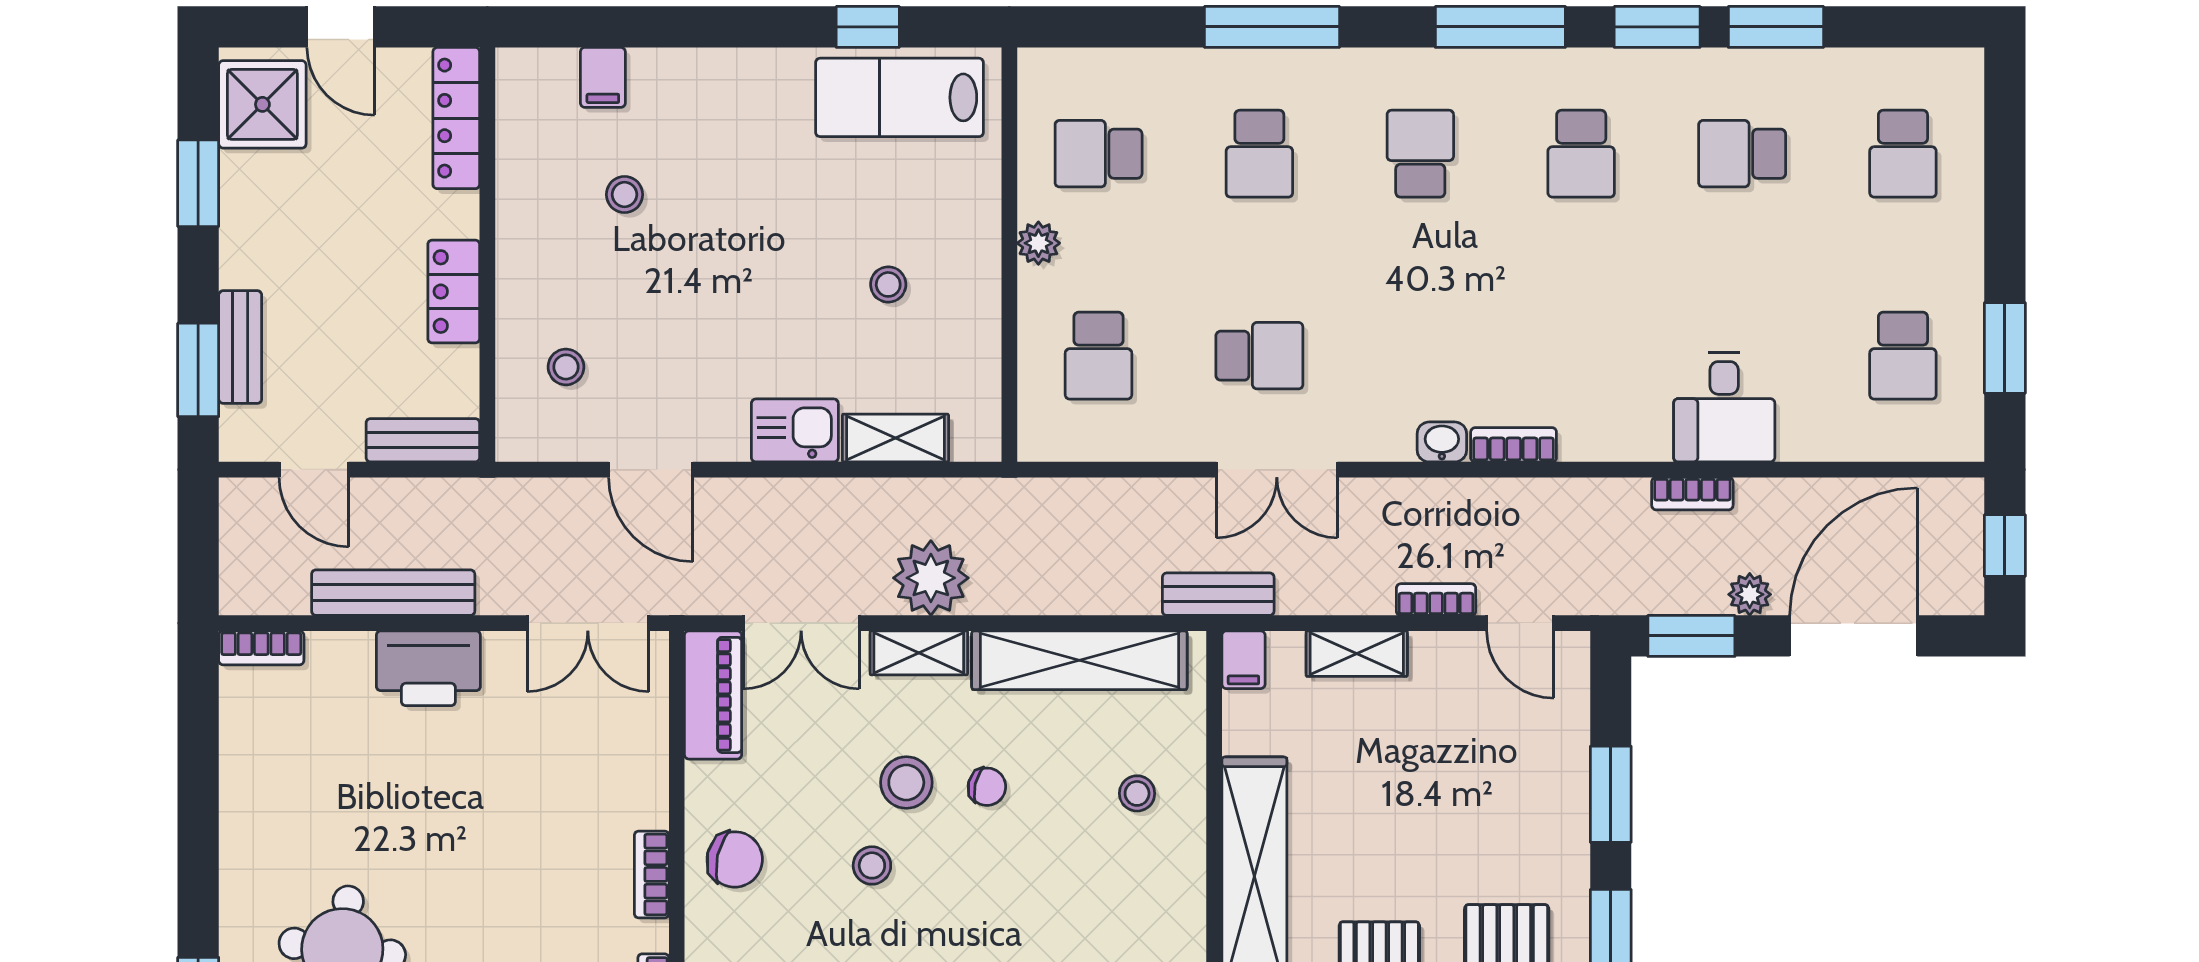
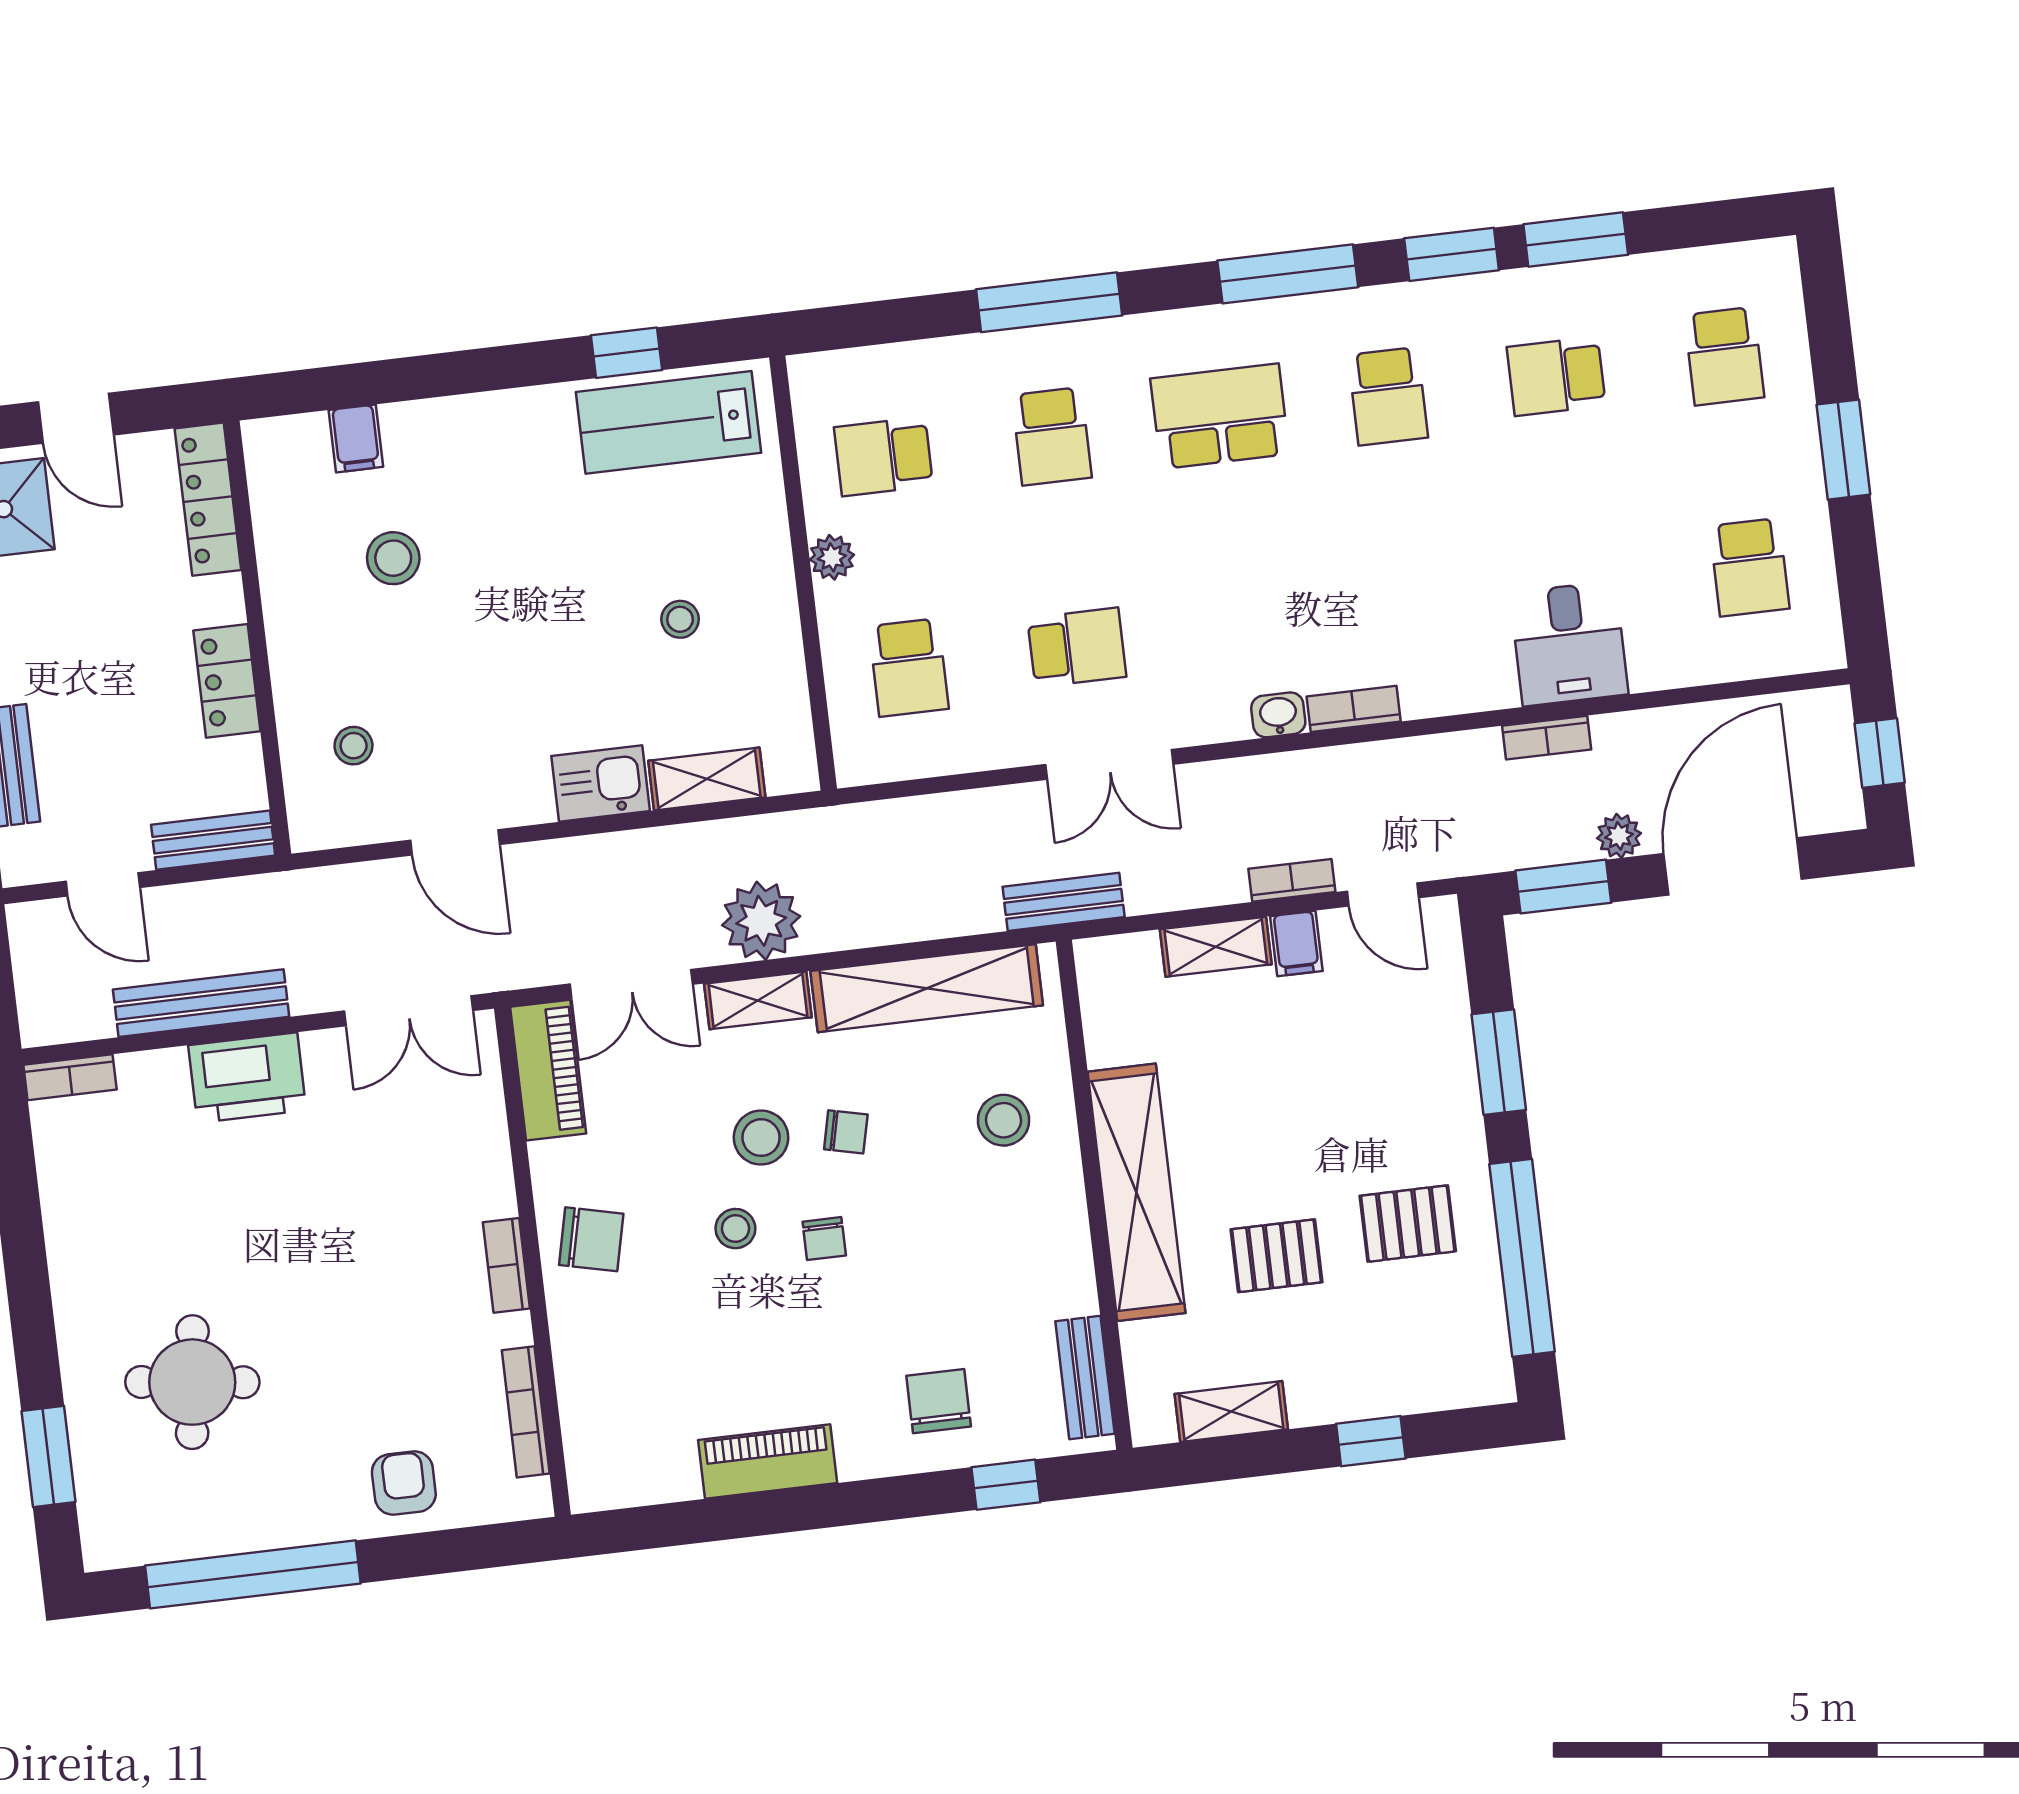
school desk: (1420, 154) -> (1220, 416), width x1.85
stool: (624, 195) -> (393, 558), width x1.37, depth x1.37
window: (2005, 348) -> (1843, 450), moved
filing cabinet: (1243, 660) -> (1296, 944), moved
stool: (1137, 793) -> (1004, 1120), width x1.37, depth x1.37
chair: (955, 885) -> (824, 1239), added

